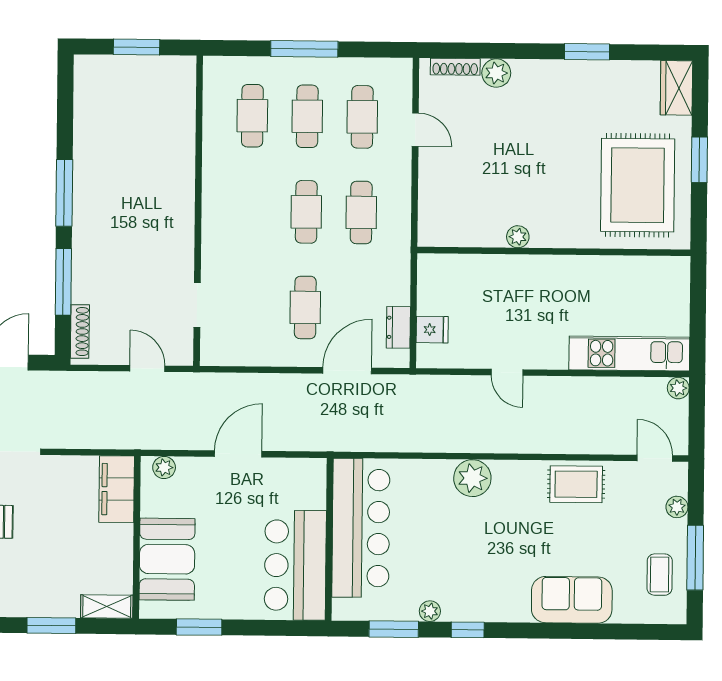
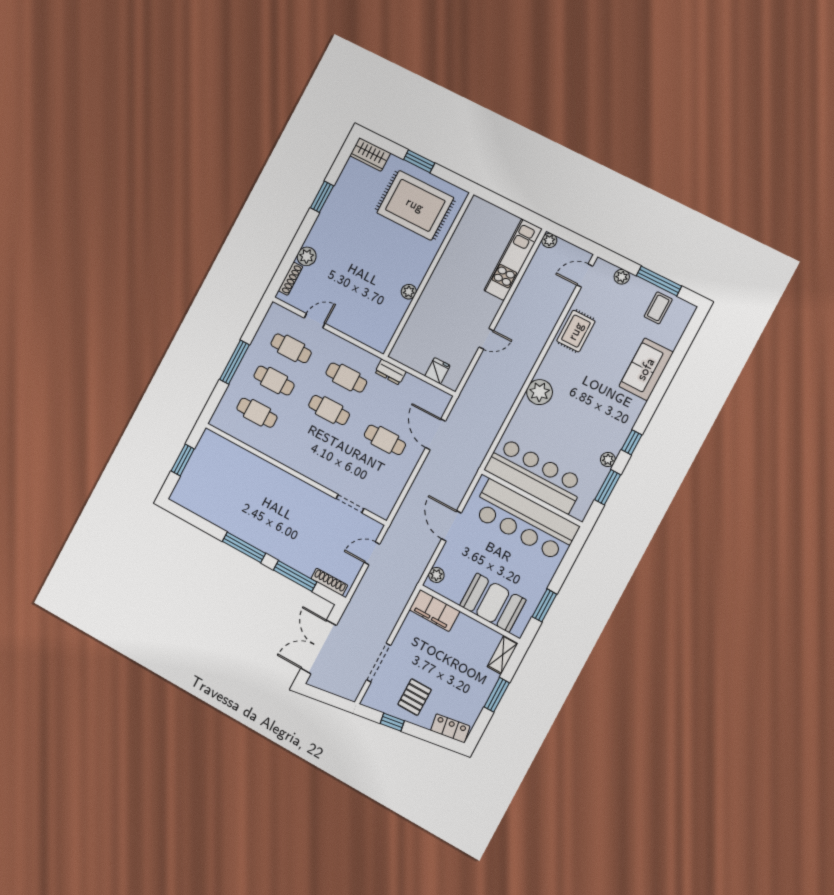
dresser: (398, 327) -> (390, 372), moved
bar counter: (295, 565) -> (525, 520), width x1.36
coffee table: (660, 575) -> (658, 308), turned 90

